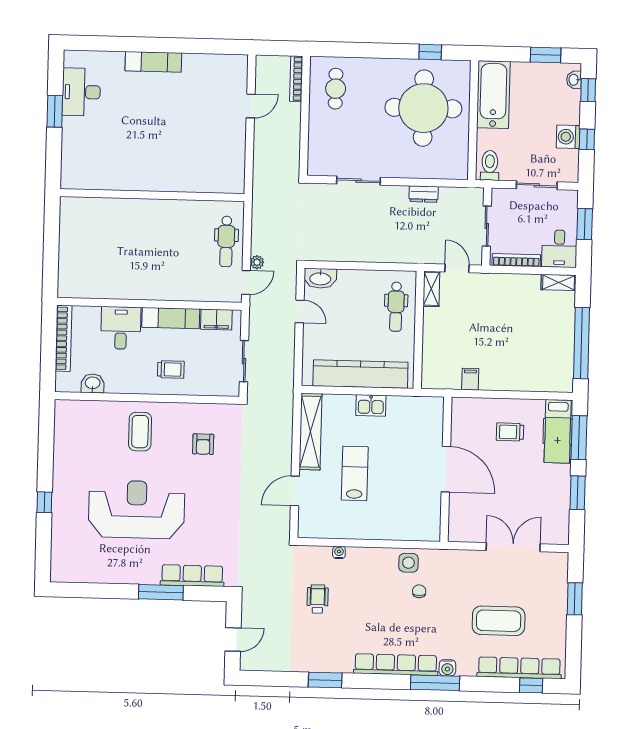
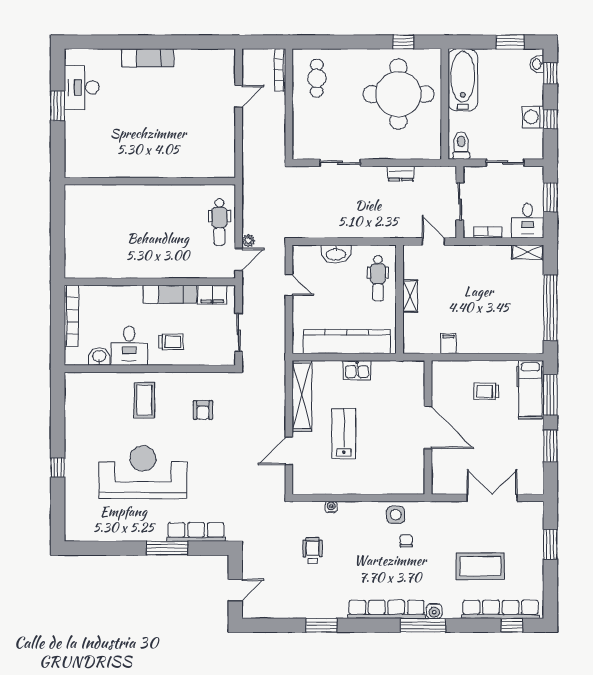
bookcase: (516, 260) -> (488, 232), width x0.64
washbasin: (320, 278) -> (336, 254), moved
shelving: (431, 289) -> (410, 296), moved
desk: (121, 328) -> (129, 346), moved, turned 180

